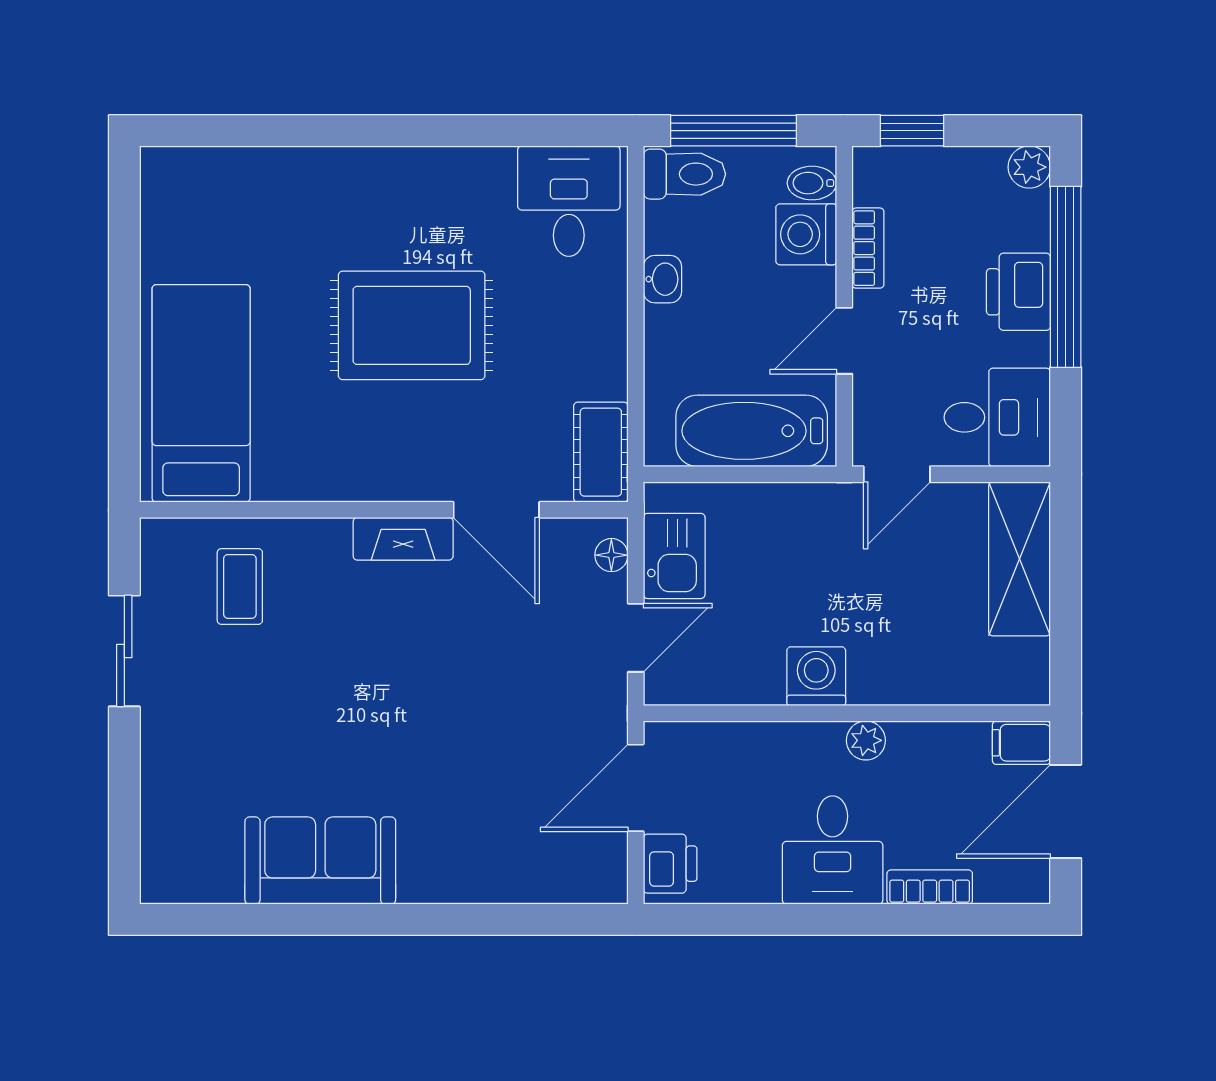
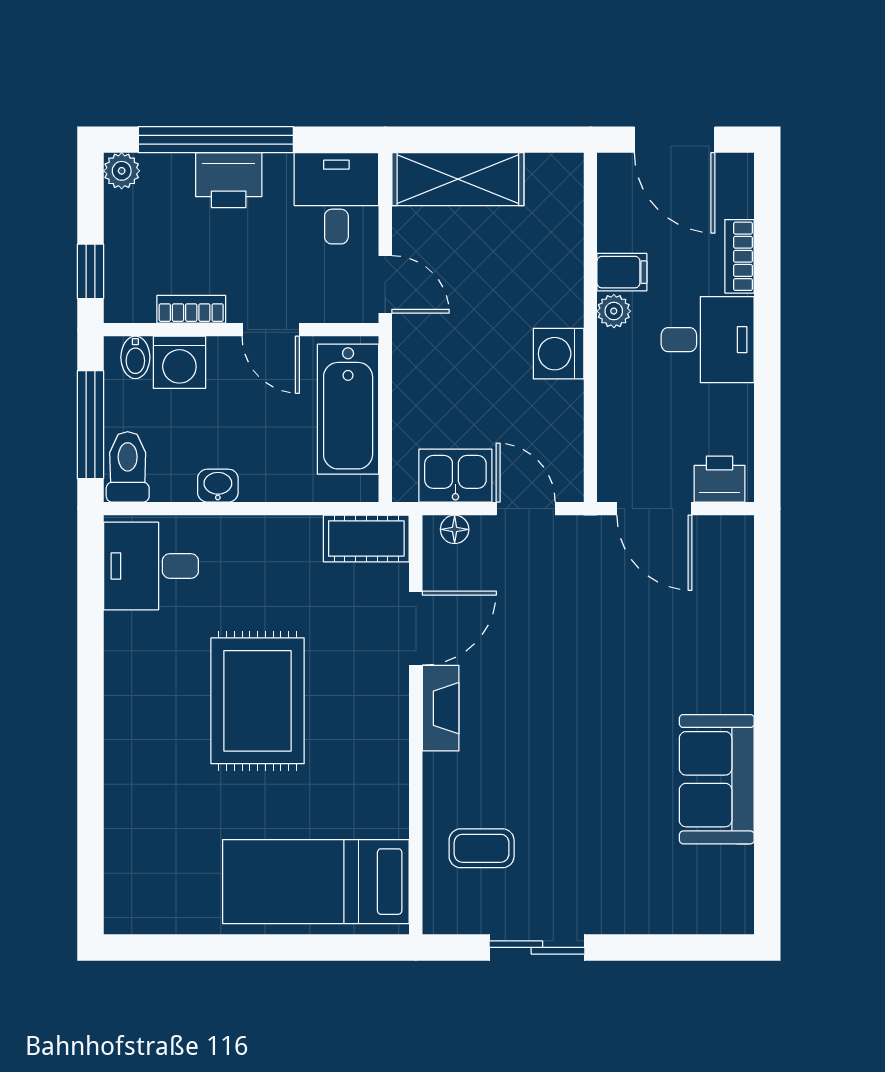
filing cabinet: (1021, 743) -> (622, 272), moved, turned -90

